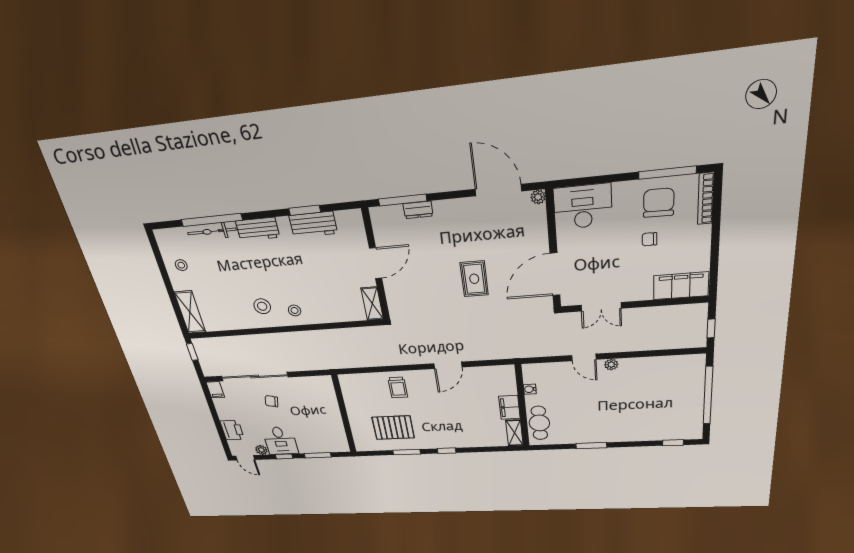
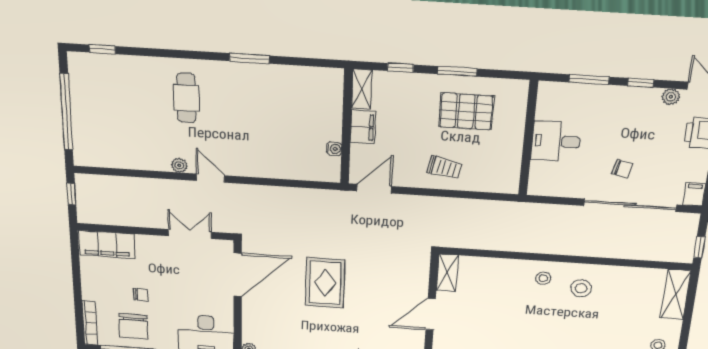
rug: (474, 279) -> (325, 283), width x1.36, depth x1.43
trolley: (398, 388) -> (444, 168), turned 101
water cooler: (530, 389) -> (334, 149), moved
wall: (522, 406) -> (346, 127), moved
filing cabinet: (509, 407) -> (363, 127), moved
cafe table: (539, 423) -> (186, 98), moved
shelving: (514, 433) -> (362, 89), moved
desk: (280, 441) -> (556, 141), moved, turned -90
window: (591, 446) -> (249, 58), moved

